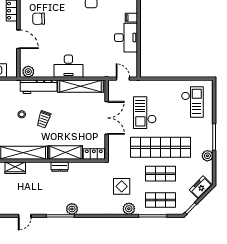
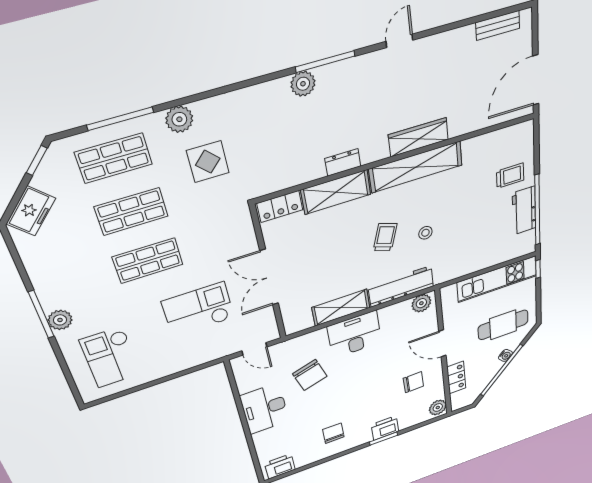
filing cabinet: (131, 18) -> (263, 438), removed
chair: (97, 50) -> (310, 375), added
shelving: (80, 86) -> (341, 308), width x0.68
checkout: (145, 113) -> (198, 310), turned -90
shop shelf: (160, 147) -> (148, 261), width x0.50, depth x0.74
plant: (207, 156) -> (60, 320), moved
wardrobe: (15, 168) -> (418, 137), width x1.50

